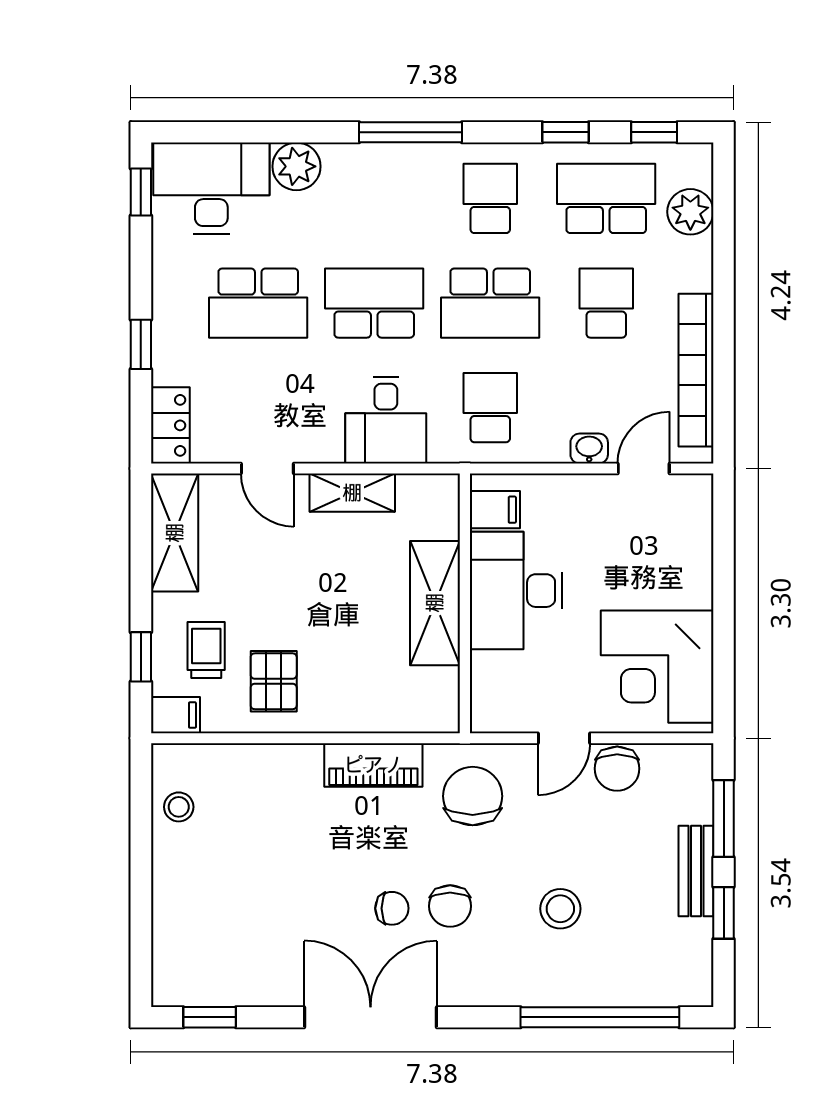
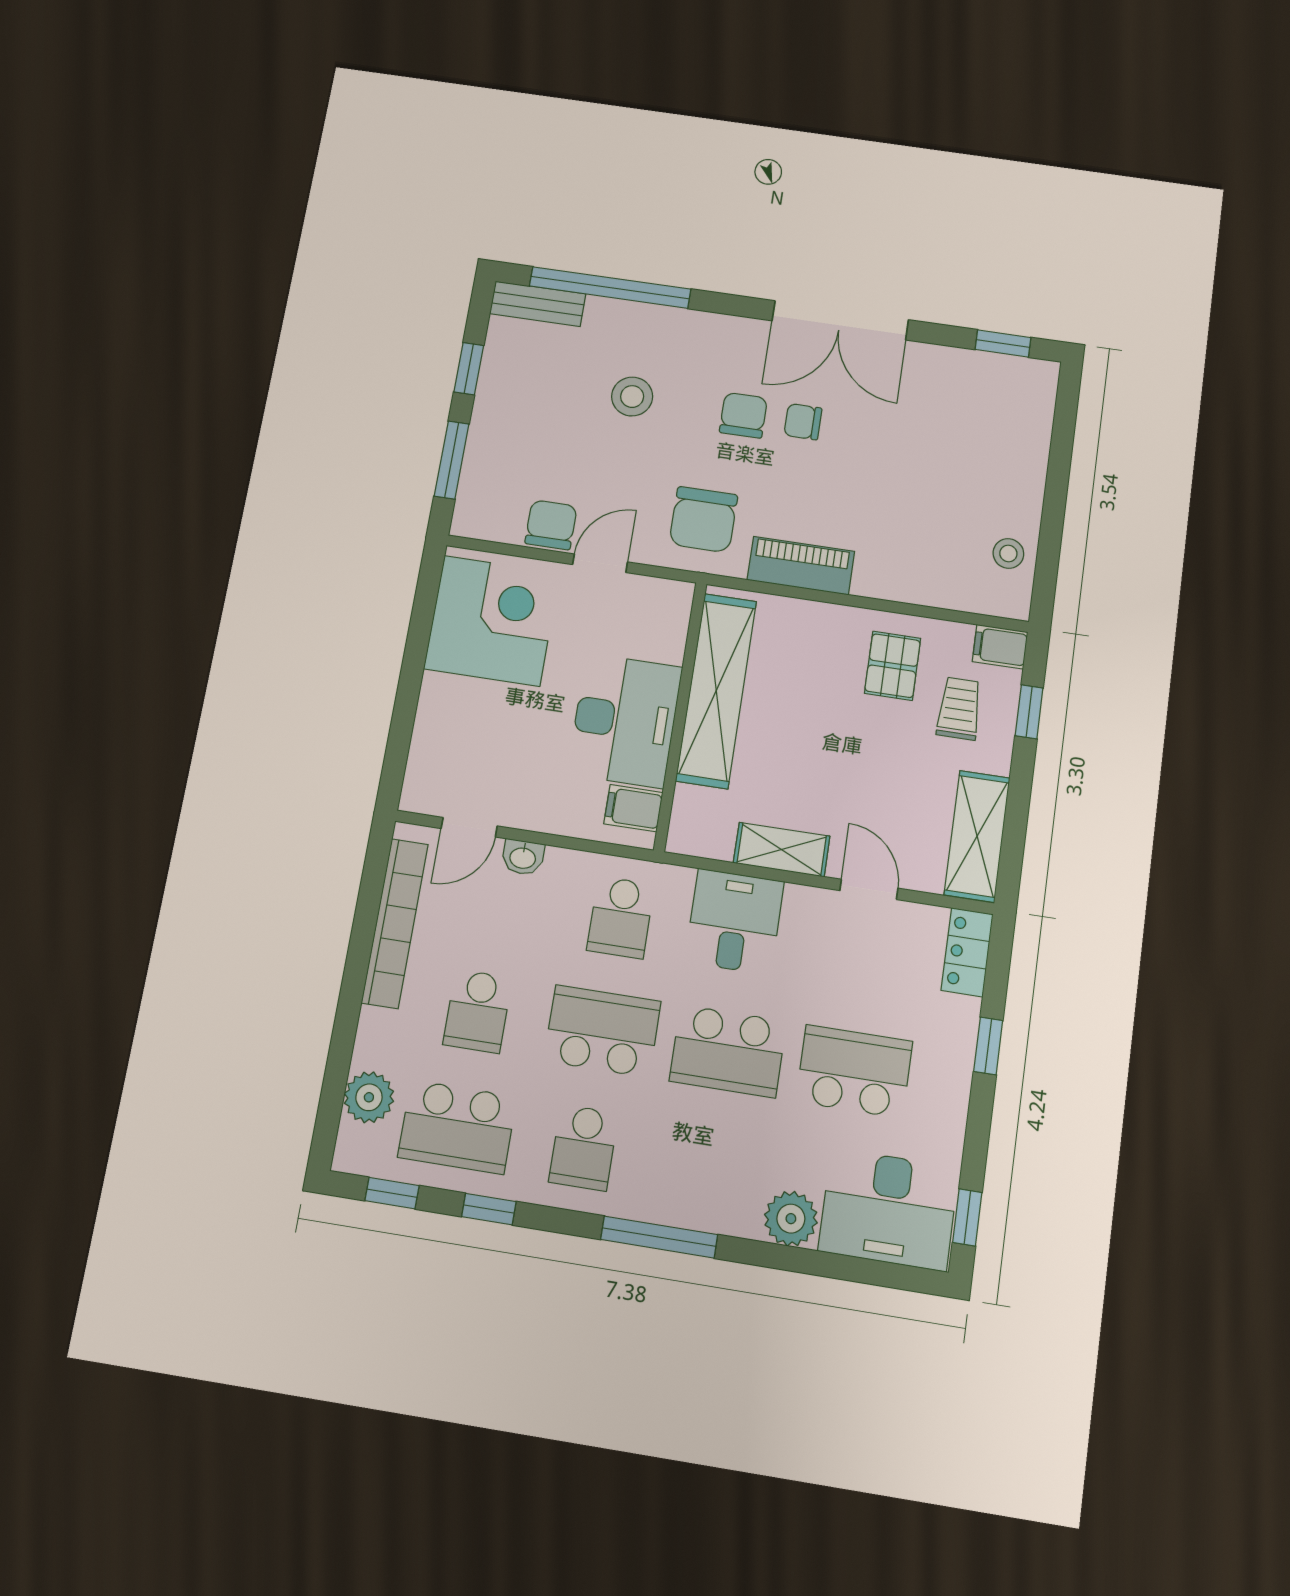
shelving: (435, 603) -> (716, 690), width x1.47
trolley: (206, 650) -> (959, 709), turned 180
bench: (696, 871) -> (538, 304), moved, turned 90

